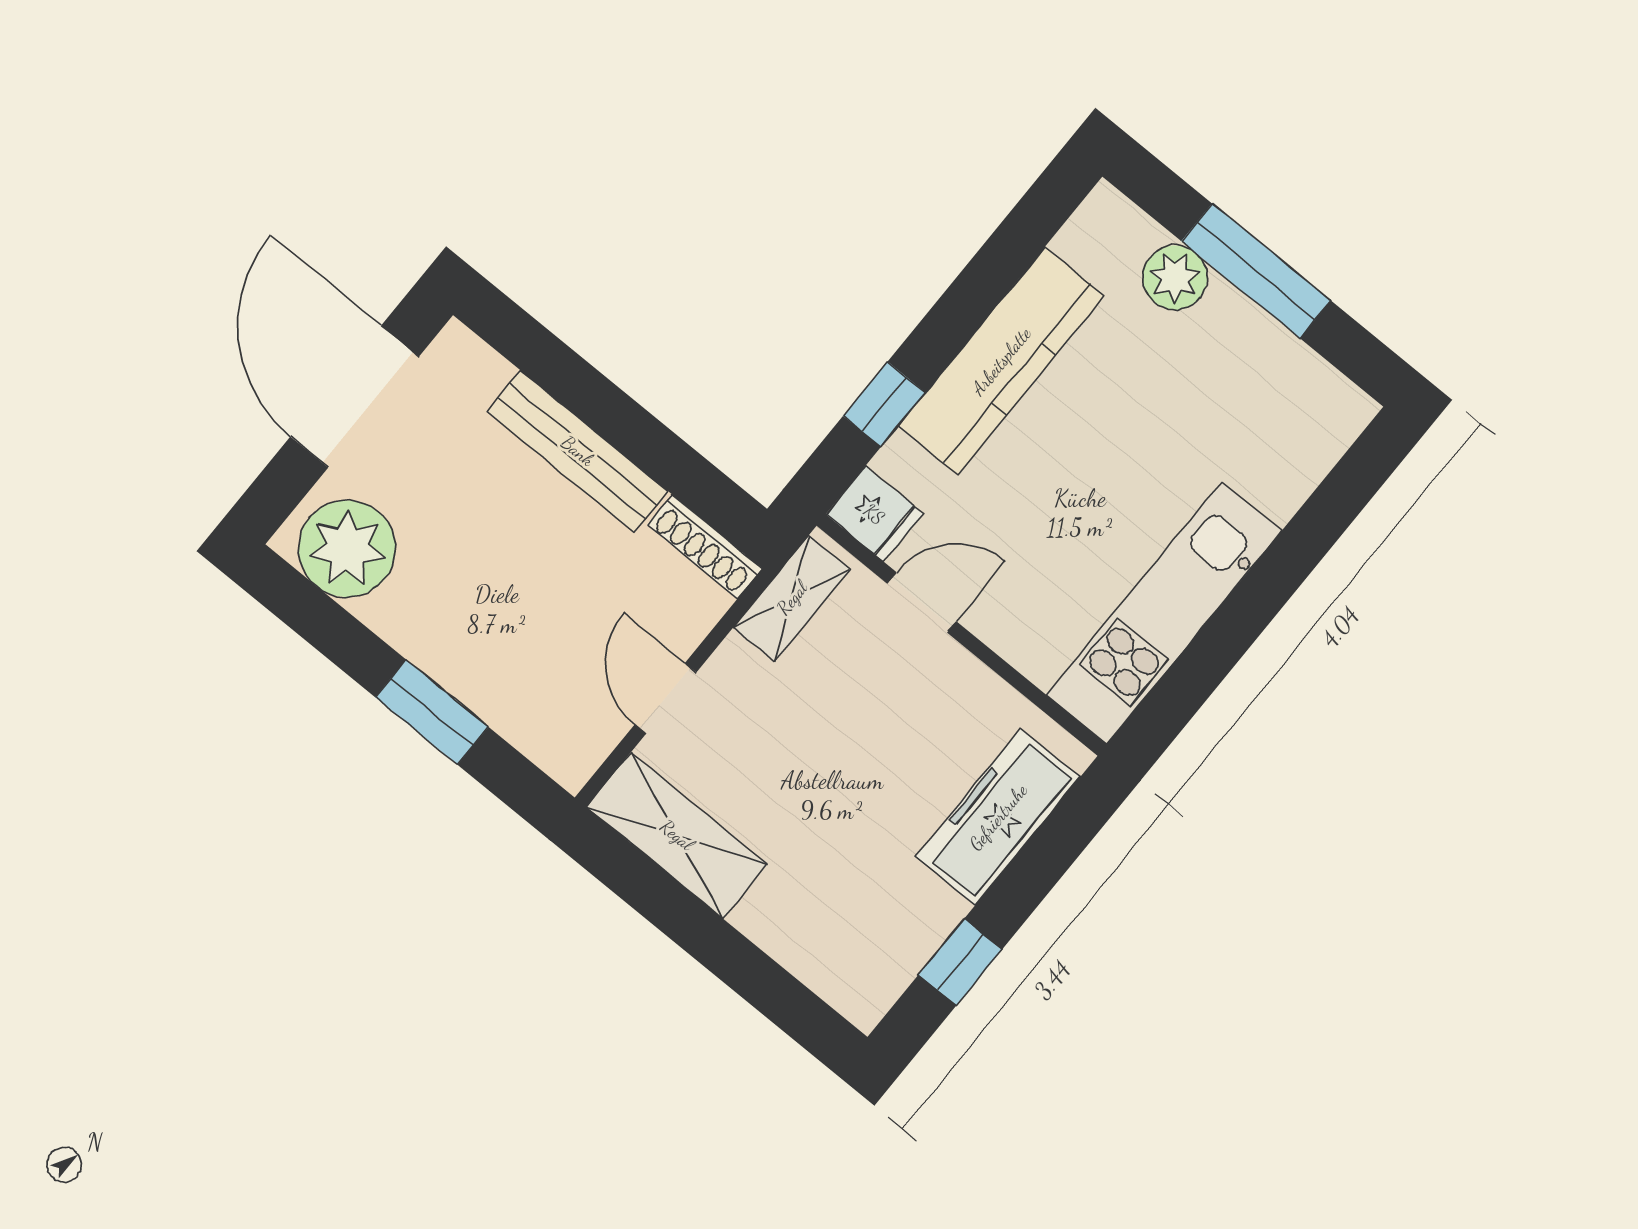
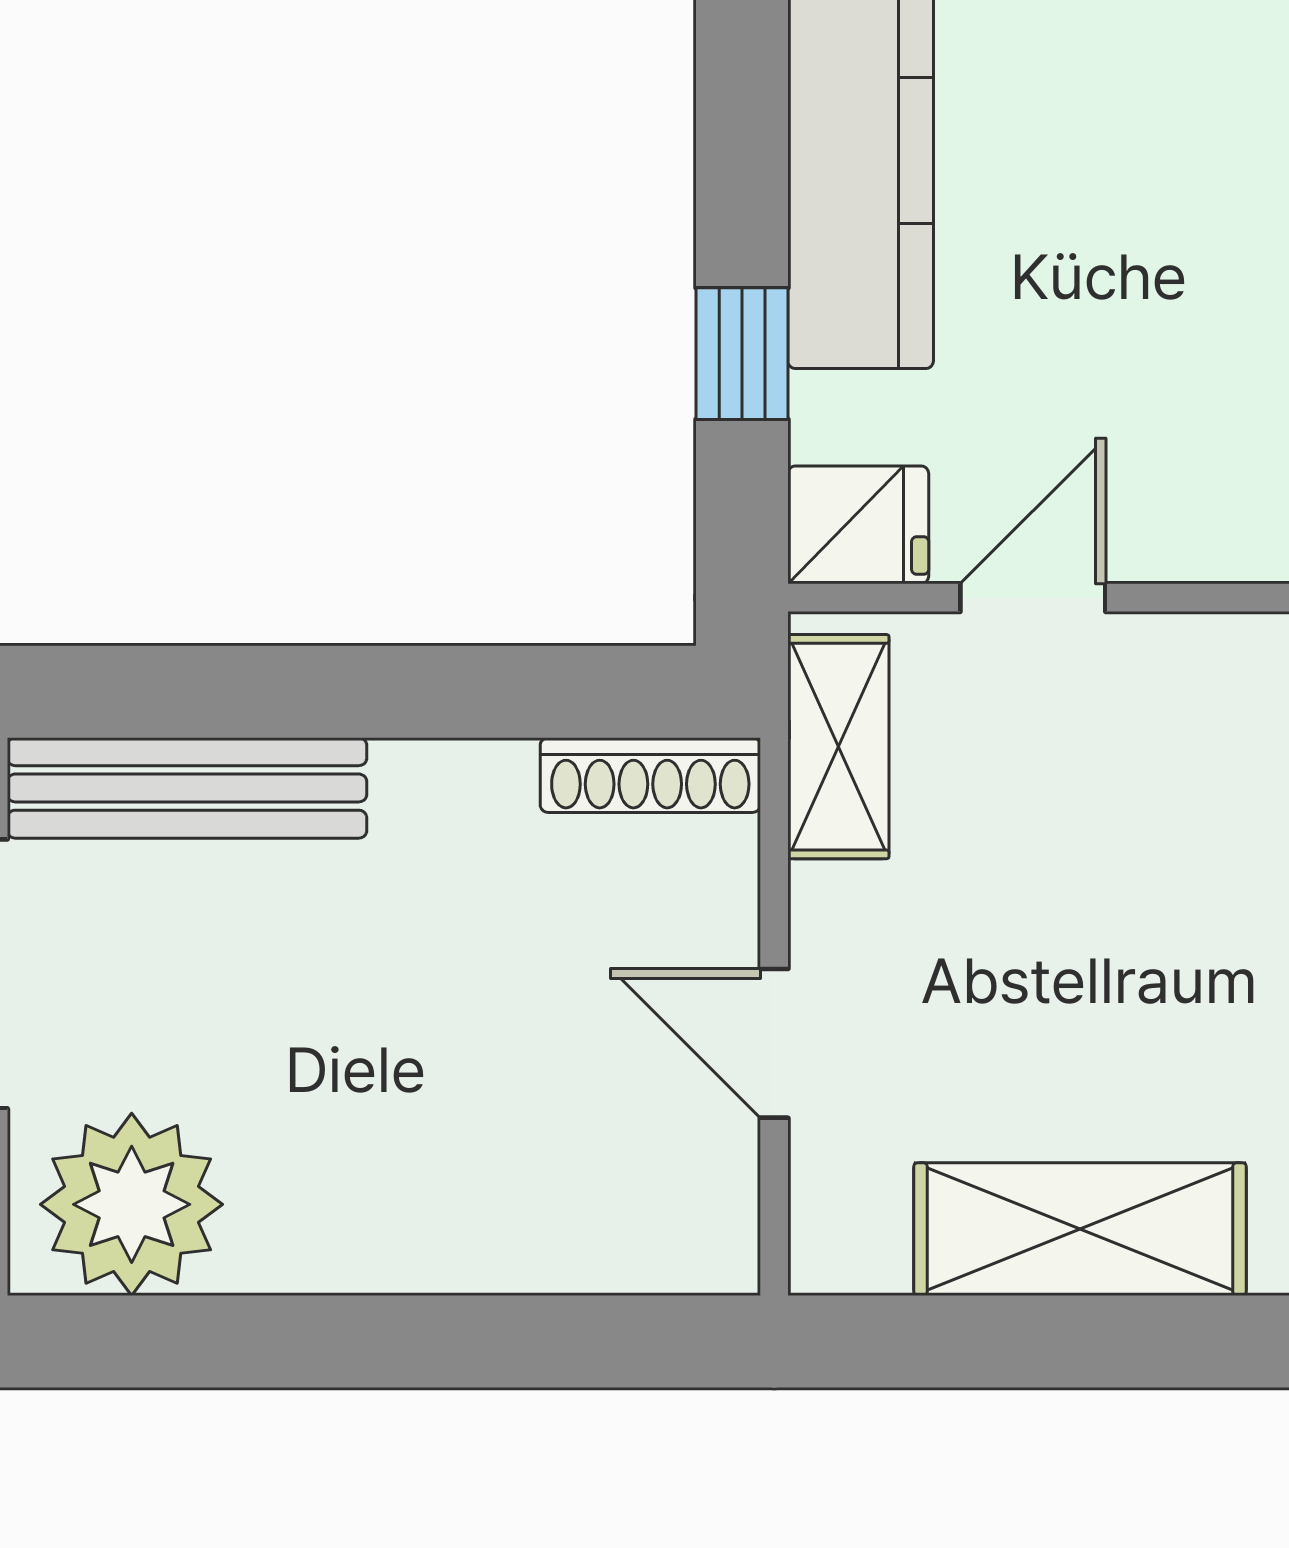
bench: (578, 451) -> (187, 788), moved
window: (432, 712) -> (450, 1341), removed
shelving: (677, 835) -> (1080, 1229), moved

